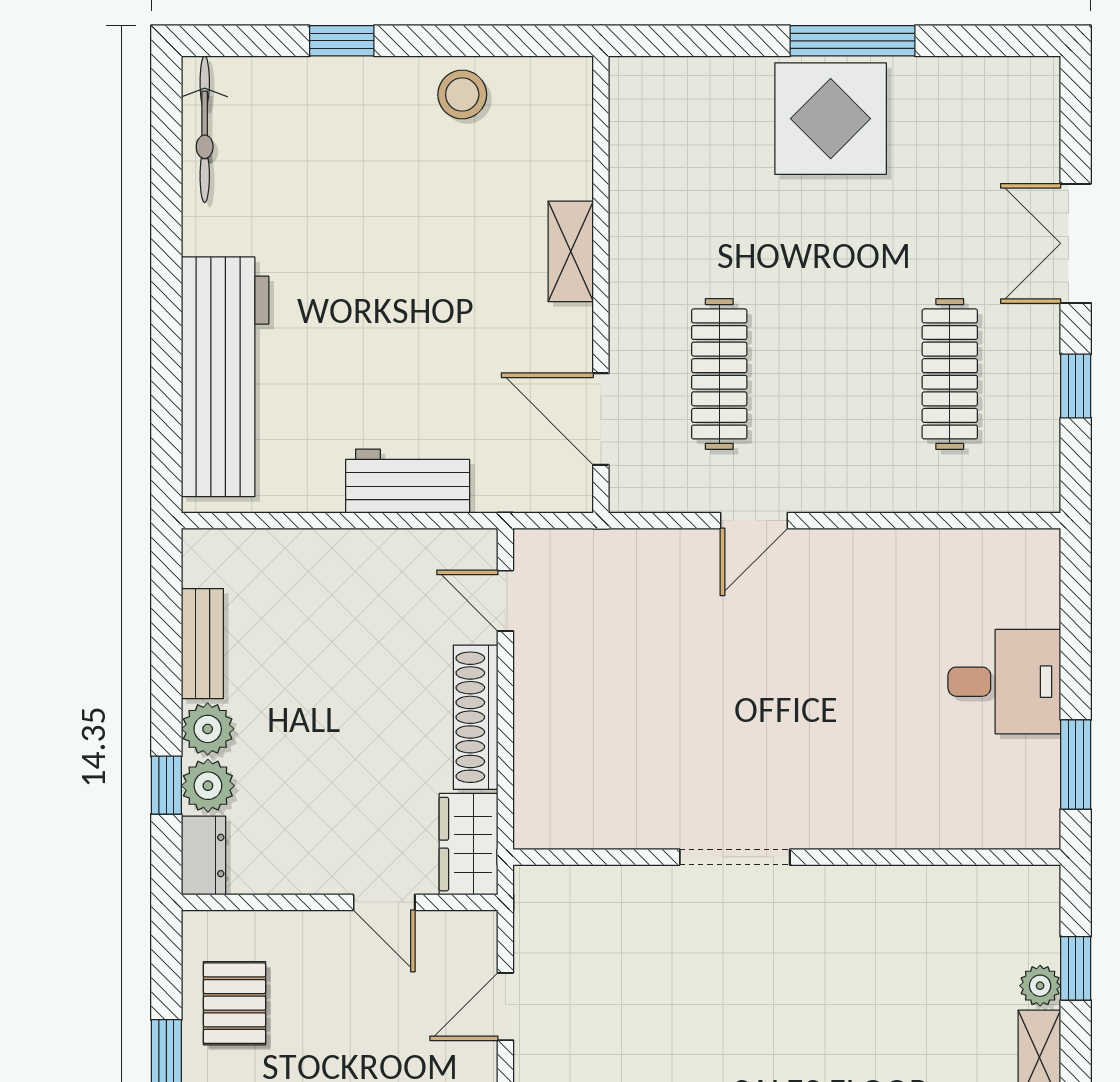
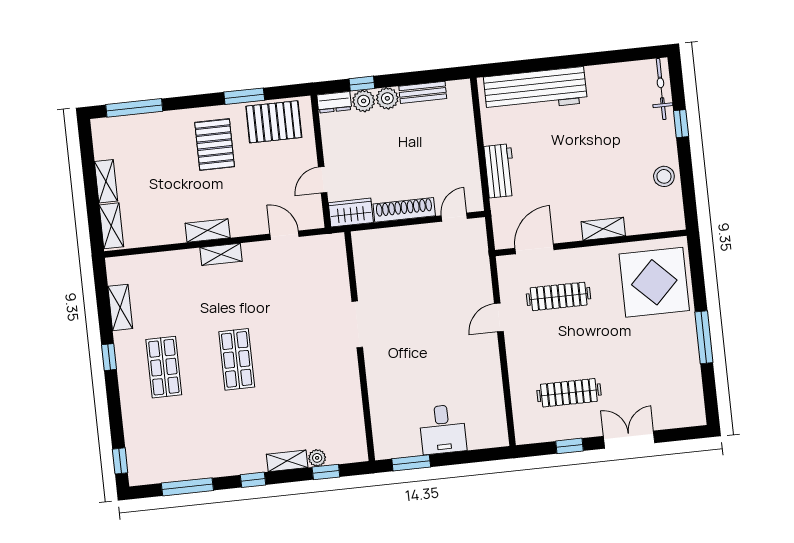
display table: (831, 119) -> (654, 282), moved, width x1.36, depth x1.36
bicycle: (205, 129) -> (661, 89), moved, turned 90
door: (754, 521) -> (499, 317), hinge flipped
pallet: (235, 1003) -> (274, 122), width x1.50, depth x1.42

